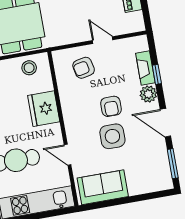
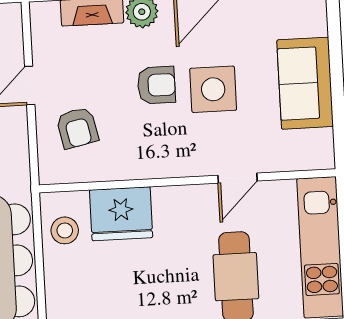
fridge: (44, 109) -> (121, 214), moved
sofa: (103, 187) -> (305, 83), moved

